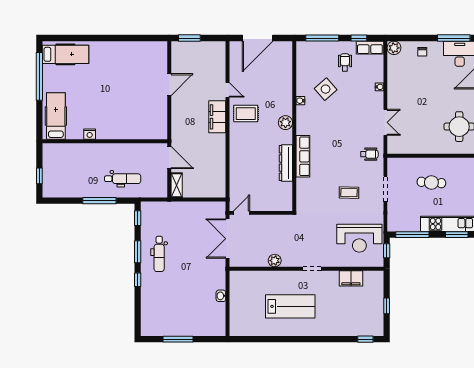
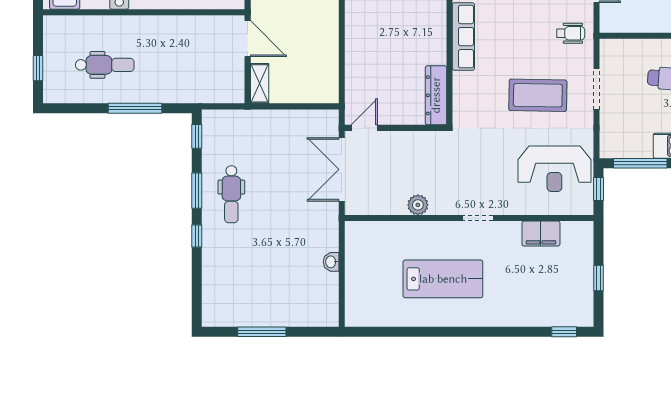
dresser: (286, 163) -> (436, 95), moved
dental chair: (123, 179) -> (105, 65), moved
coffee table: (349, 193) -> (538, 95), width x1.86, depth x1.72

